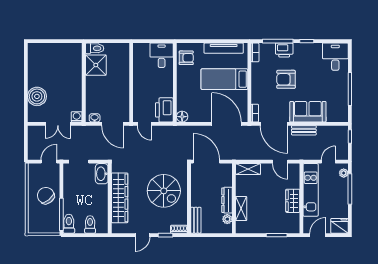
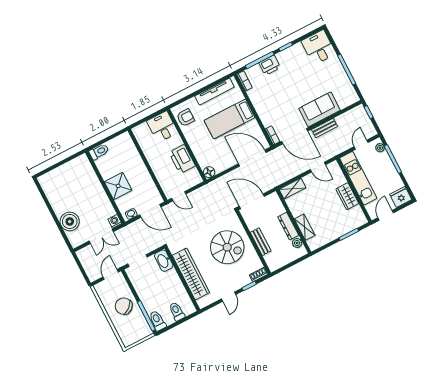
shower: (96, 65) -> (118, 186), moved
armchair: (286, 79) -> (285, 91), removed
printer: (164, 110) -> (182, 159), moved
bench: (196, 220) -> (261, 242), moved

